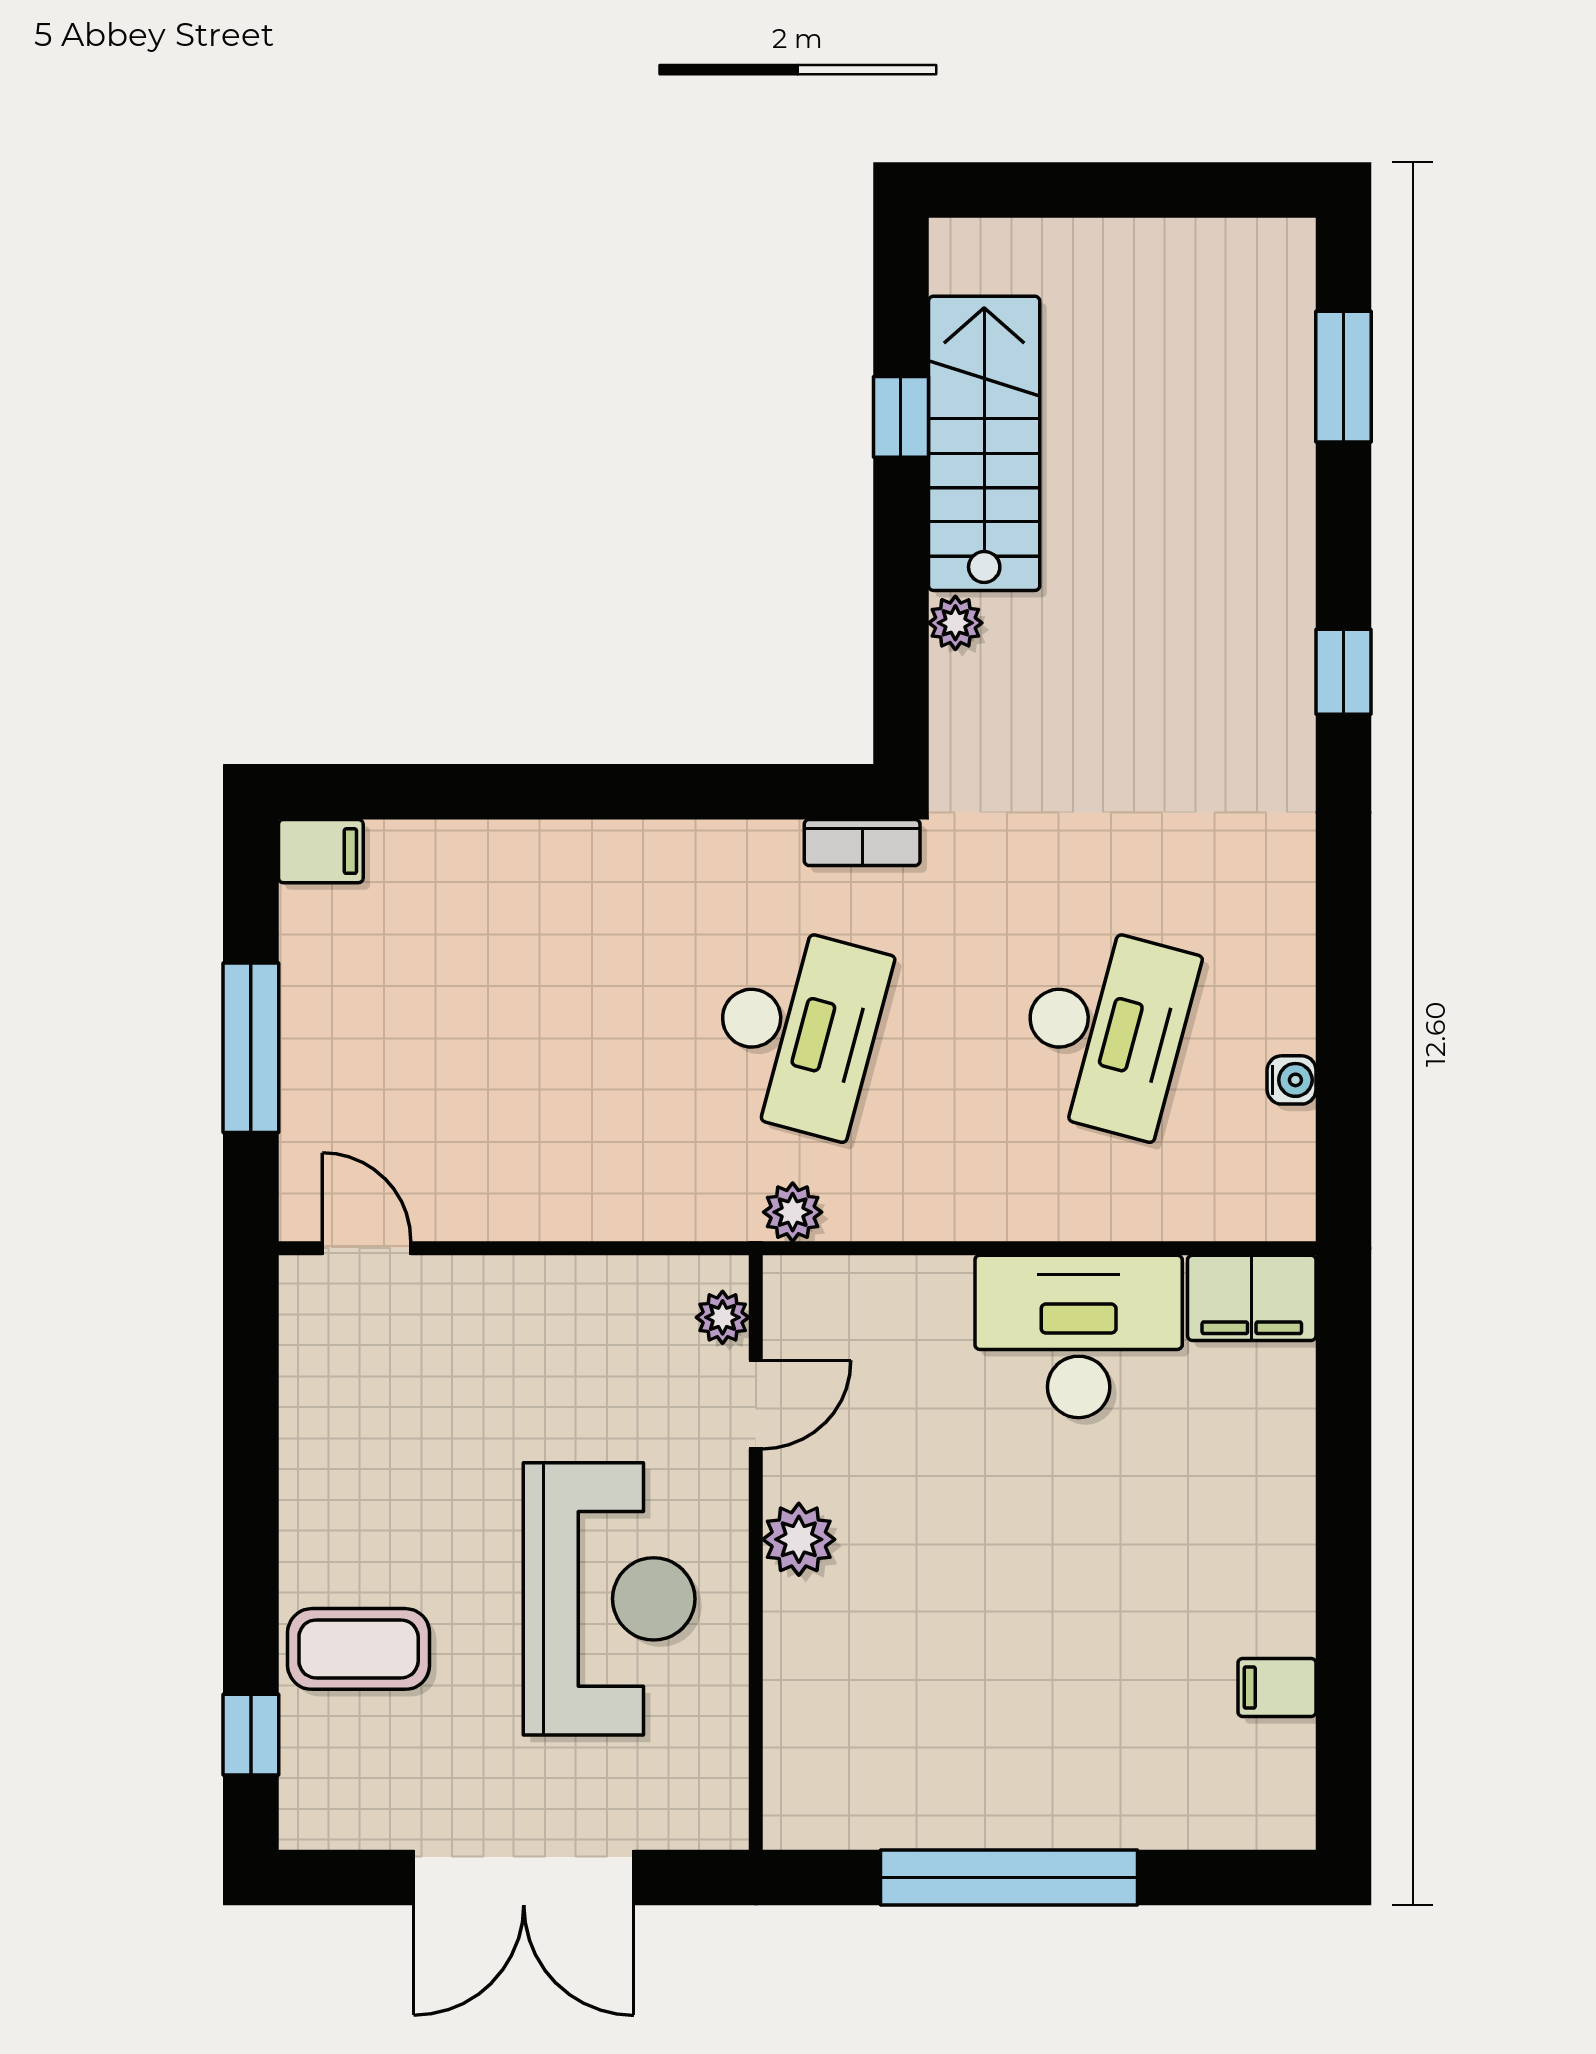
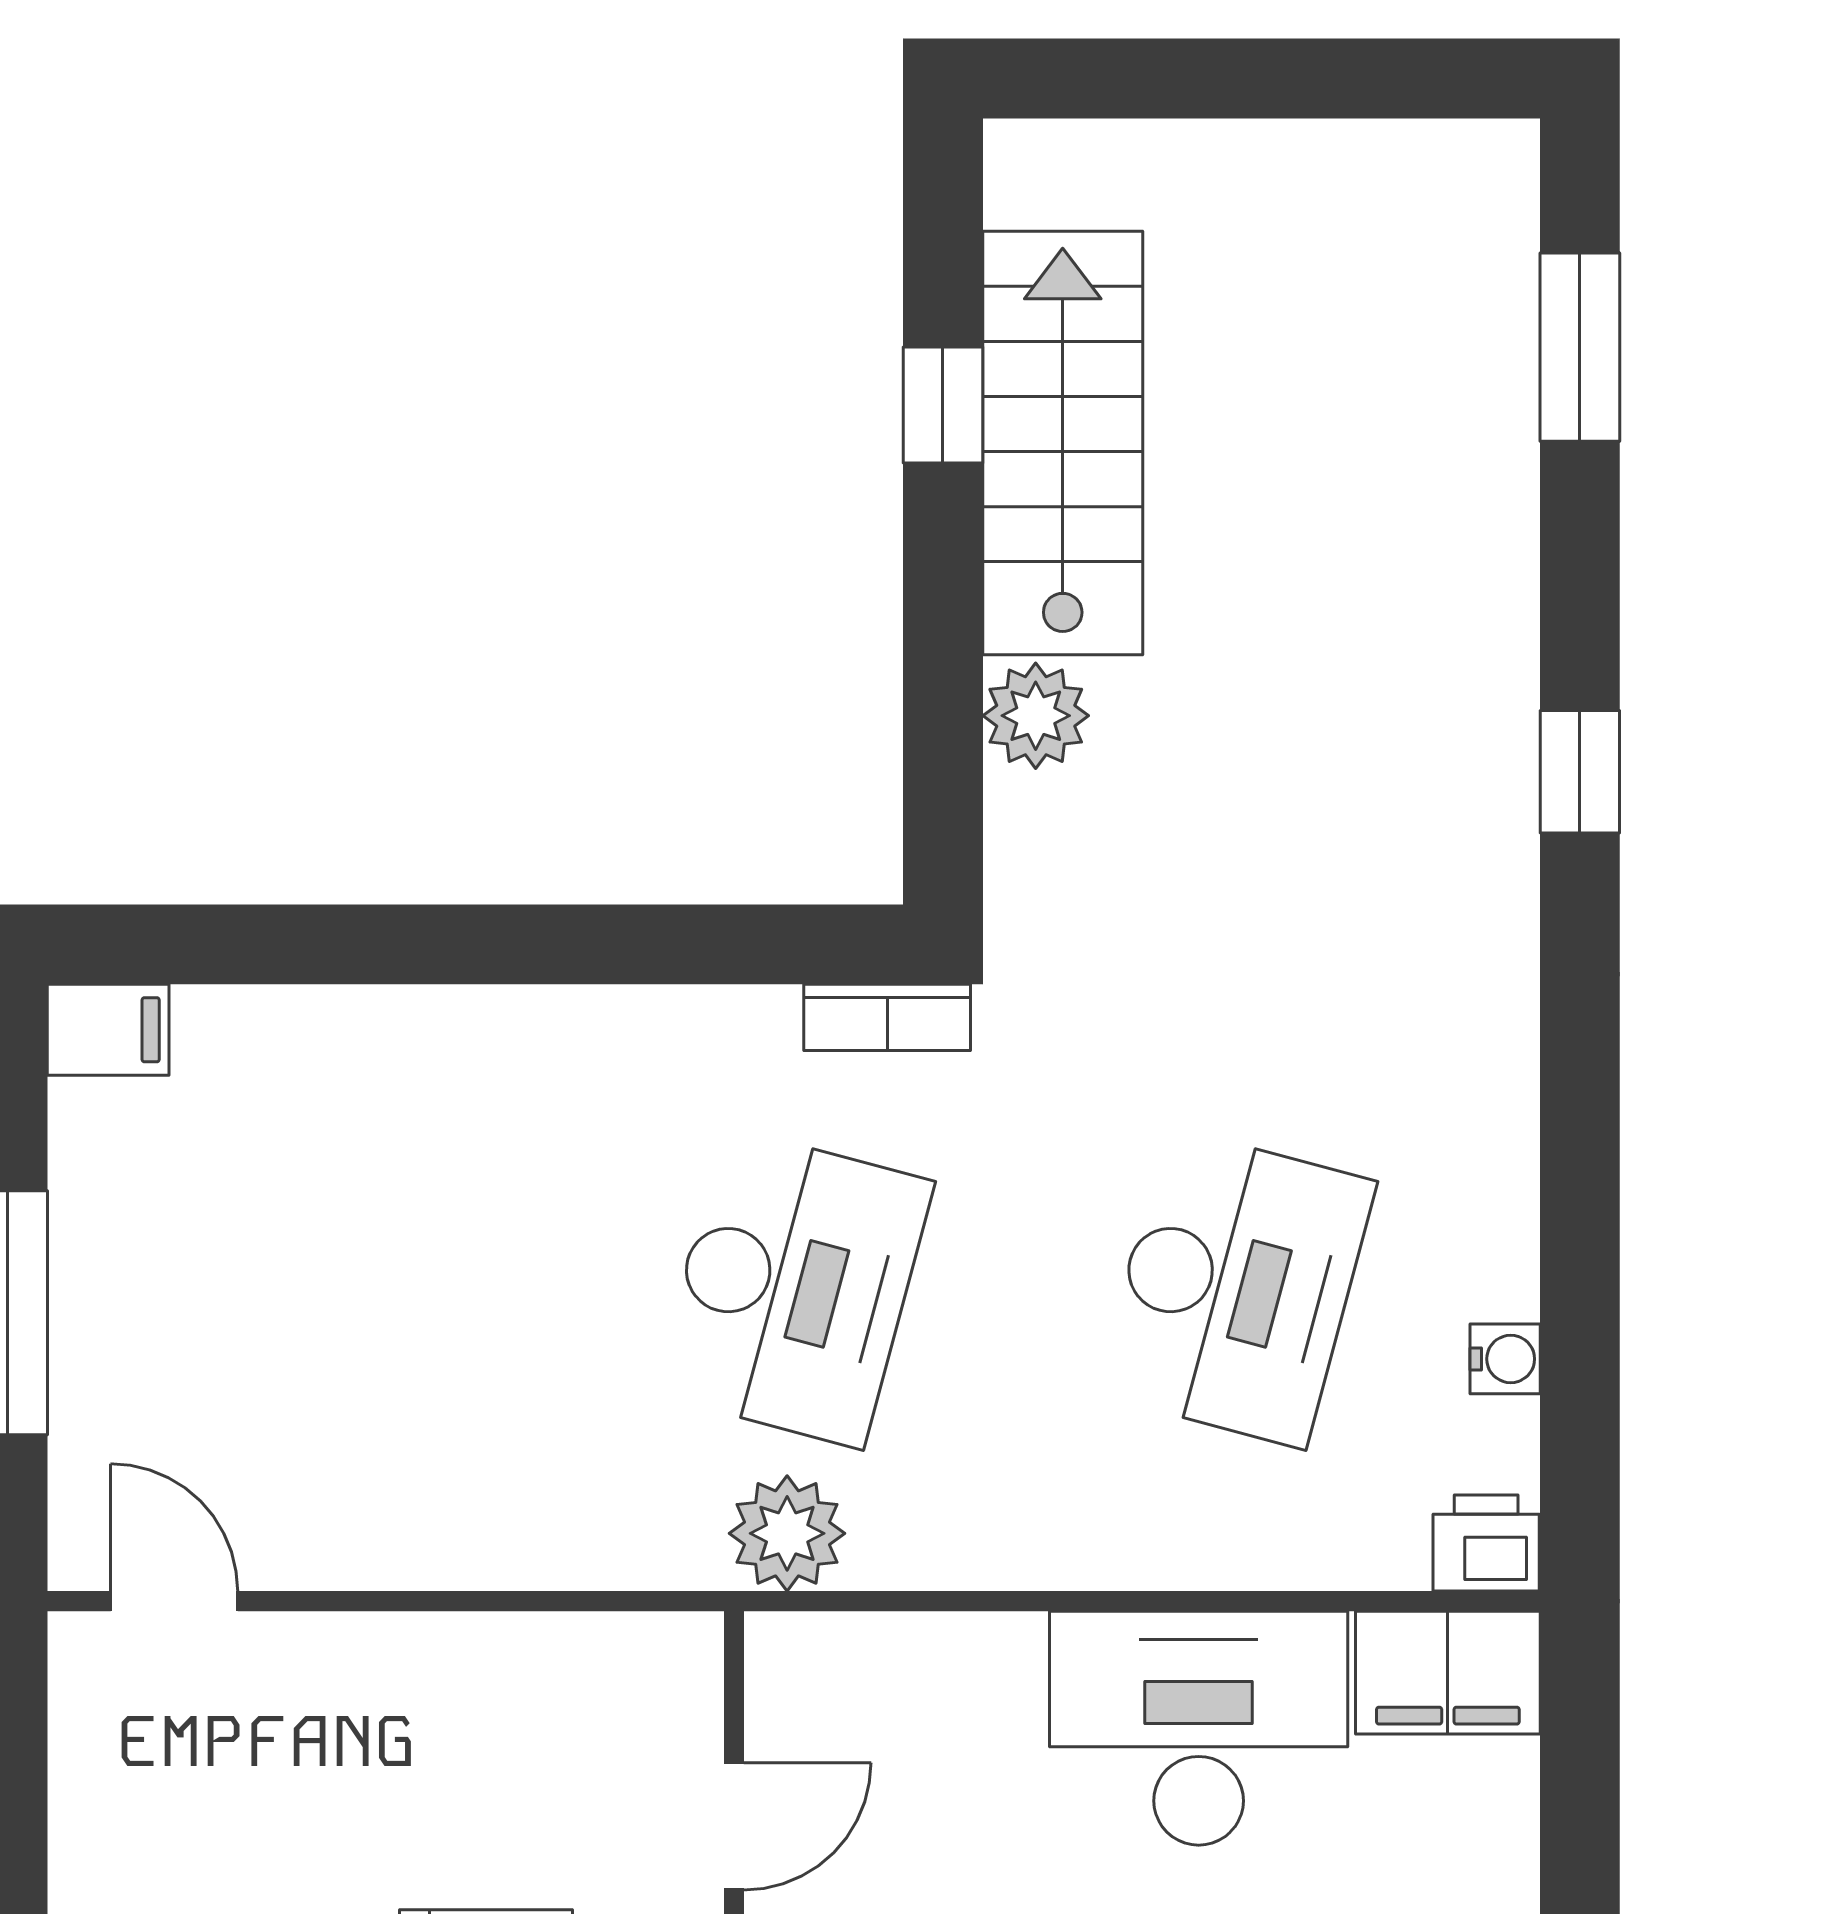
plant: (955, 623) -> (1036, 716), width x1.38, depth x1.38
printer: (1278, 1208) -> (1486, 1543), added
plant: (793, 1212) -> (787, 1533), width x1.38, depth x1.38
plant: (723, 1317) -> (686, 1701), removed

